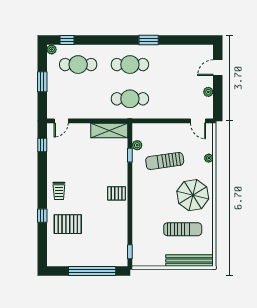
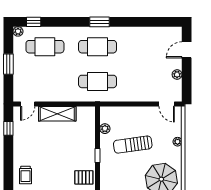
window: (149, 40) -> (100, 22), moved
shelving: (109, 131) -> (57, 114), moved
window: (130, 155) -> (98, 155), moved

